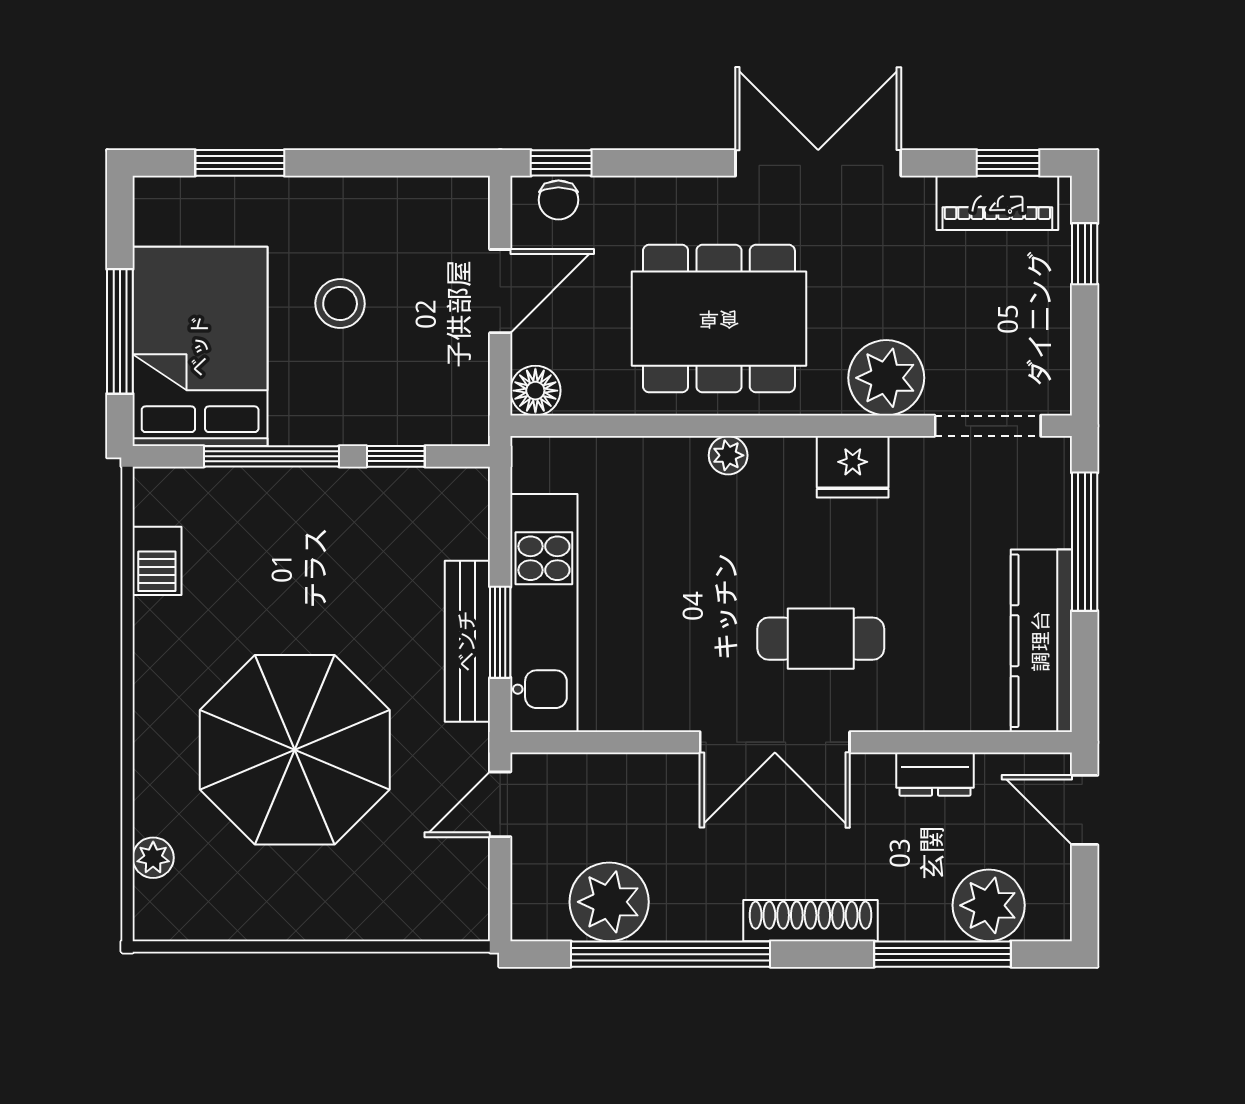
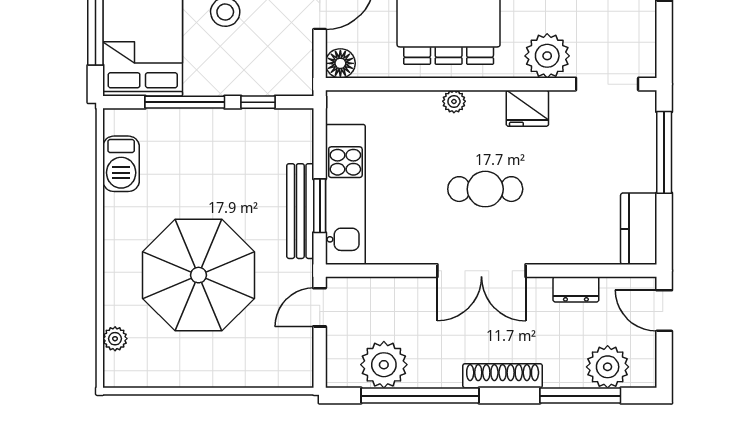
barbecue: (157, 561) -> (121, 164), width x1.38, depth x1.27
cafe table: (821, 639) -> (485, 189), moved
kitchen counter: (1041, 641) -> (639, 229), width x0.67

